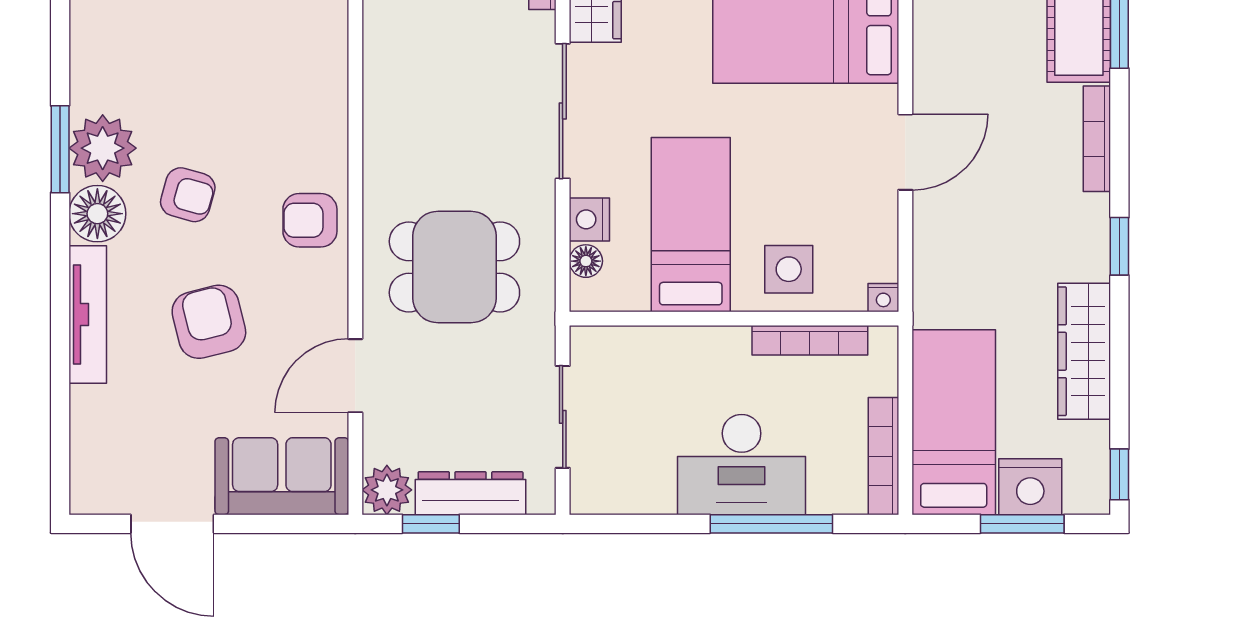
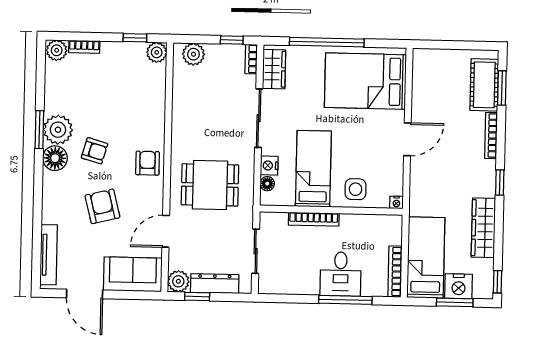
armchair: (310, 220) -> (147, 163), turned 90
tv unit: (88, 314) -> (49, 255), moved
bookcase: (810, 340) -> (314, 219), moved
desk: (742, 465) -> (341, 274), width x0.73

